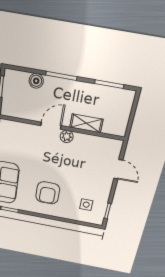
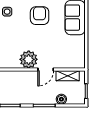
shelving: (86, 123) -> (68, 76), moved
plant: (67, 136) -> (29, 59), width x1.87, depth x1.87

